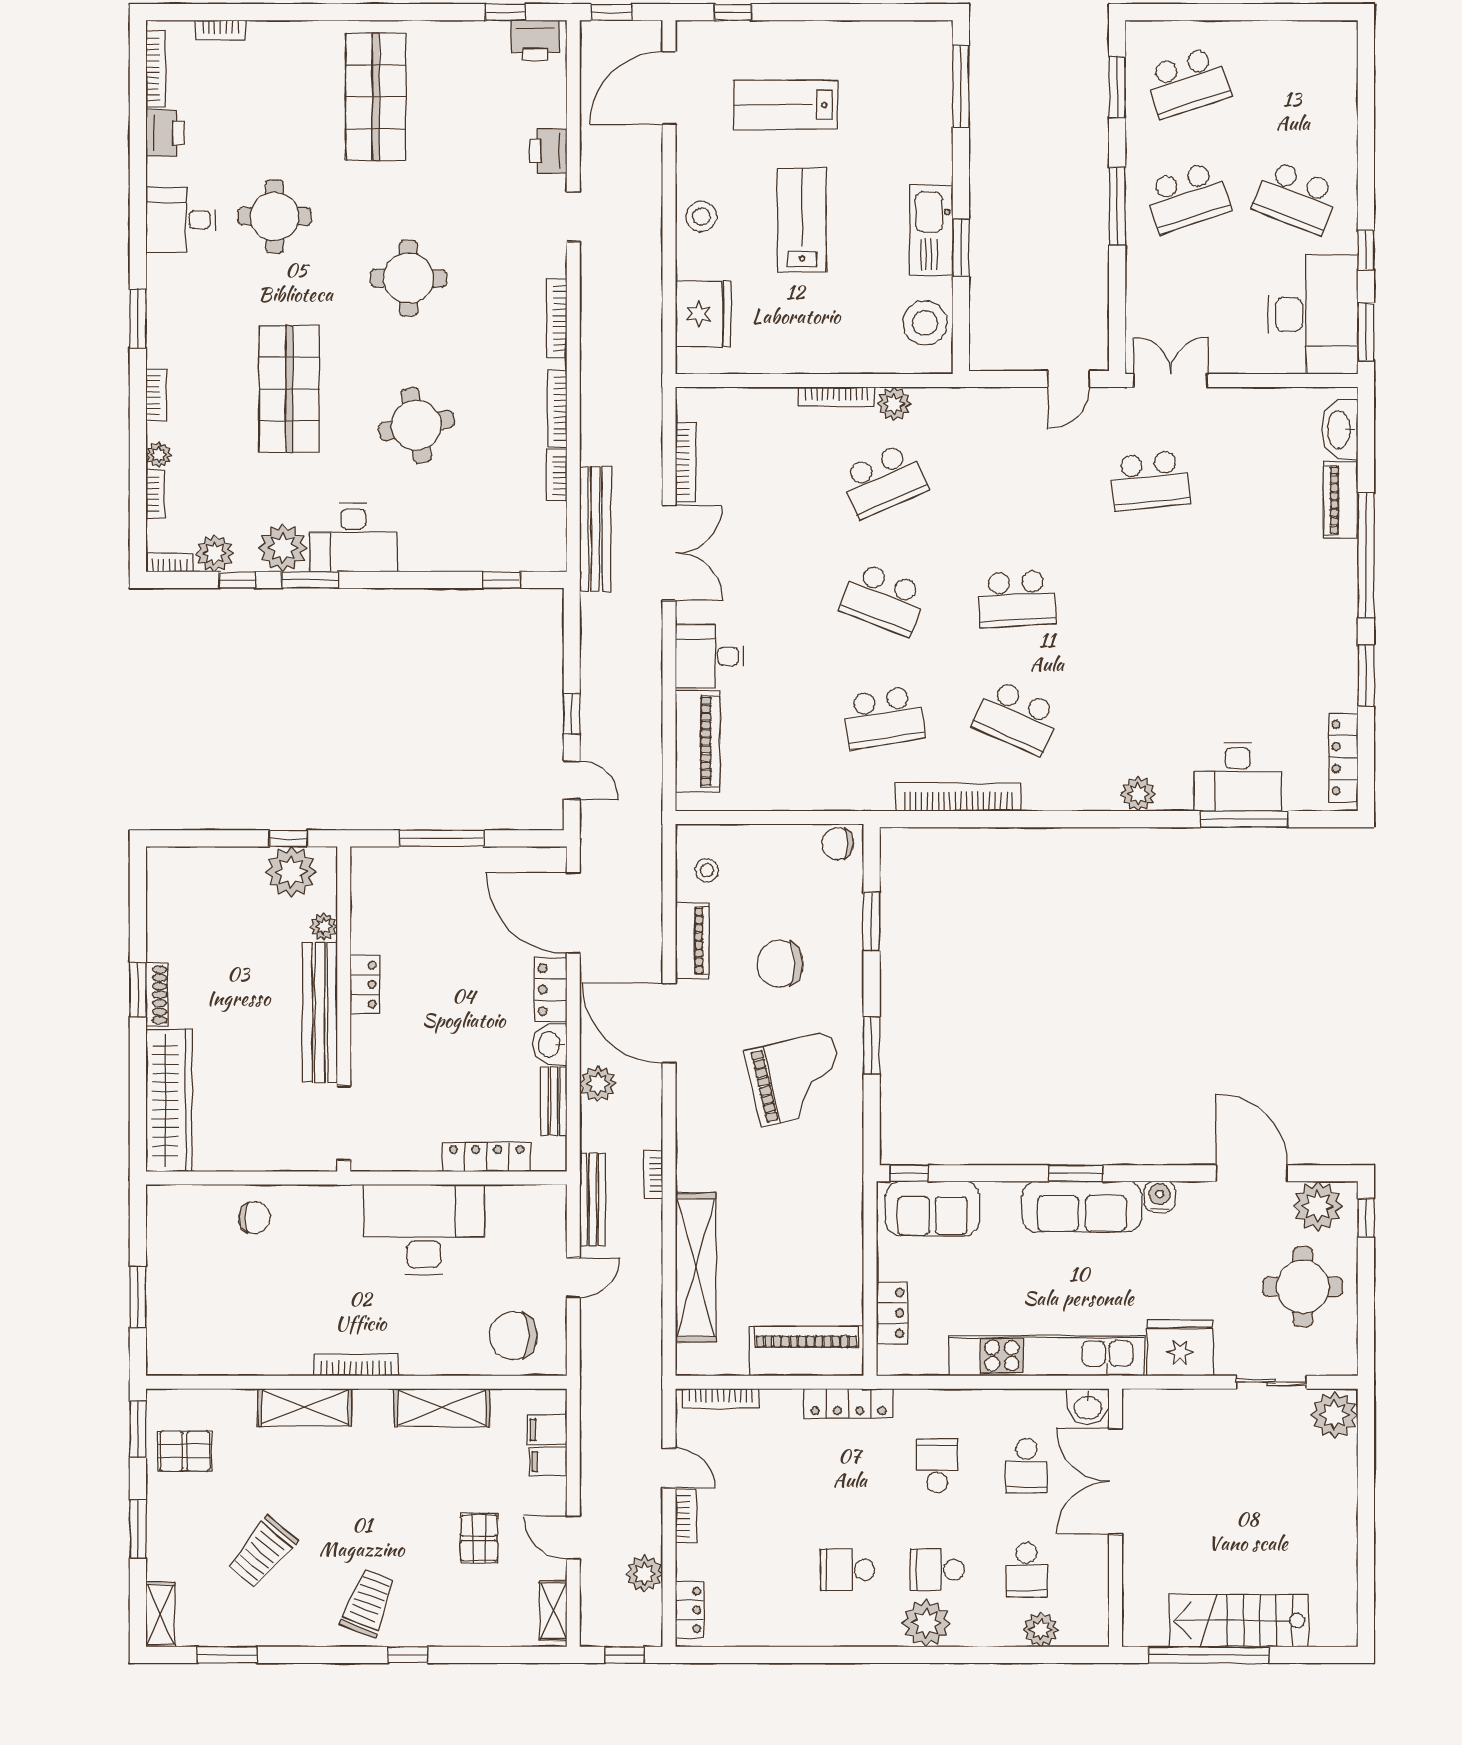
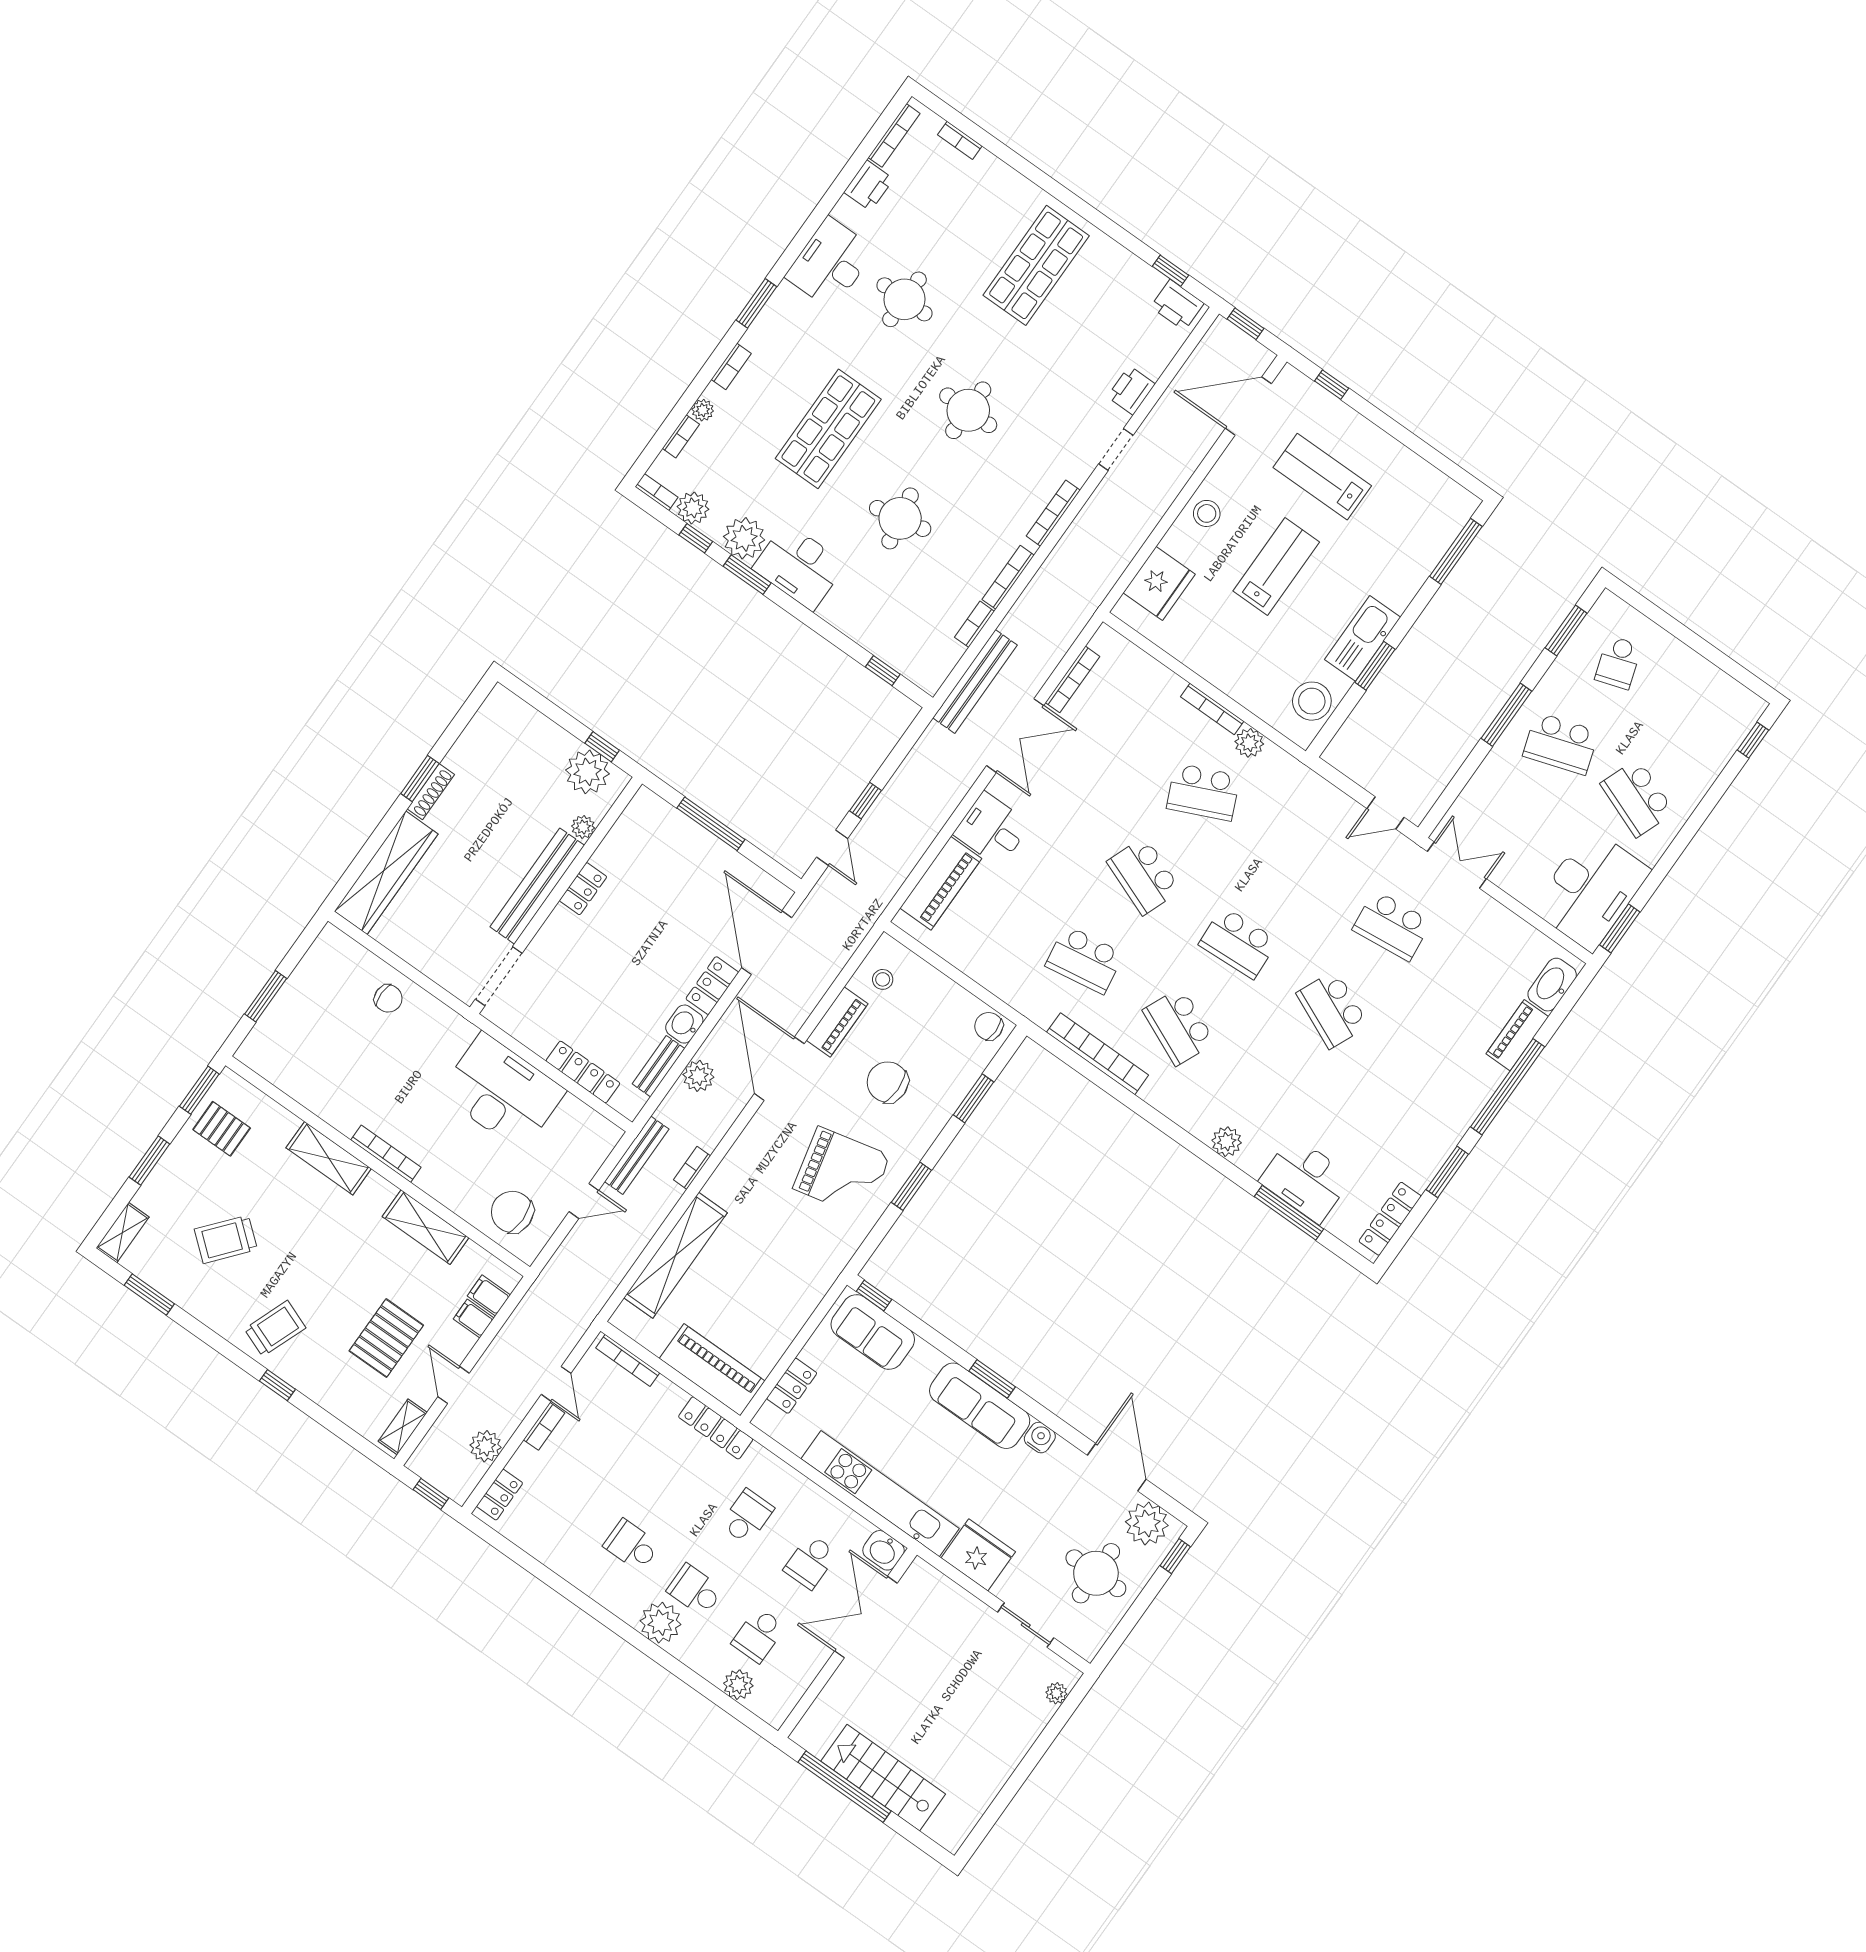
school desk: (1188, 83) -> (1618, 662), width x0.54
desk: (181, 220) -> (830, 263), width x1.37
window: (1366, 250) -> (1753, 740), moved
school desk: (1150, 599) -> (1332, 1009), added
plant: (1335, 1415) -> (1056, 1693), width x0.53, depth x0.53
pallet: (479, 1538) -> (386, 1338), width x1.50, depth x1.42

